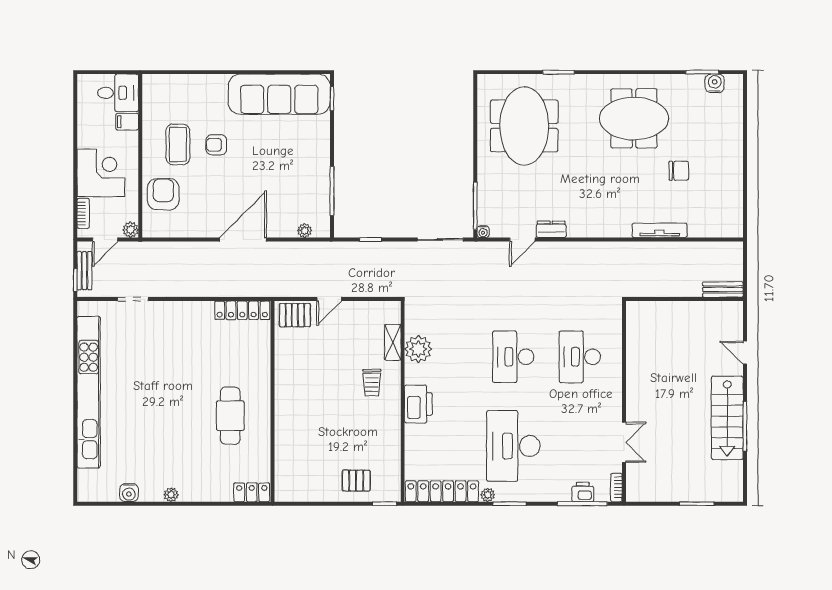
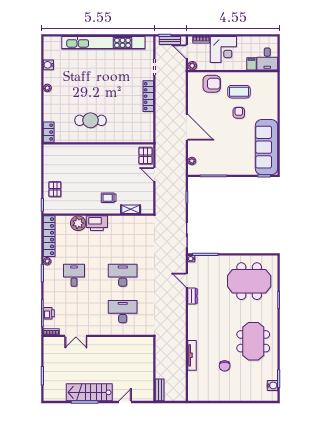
locker: (242, 310) -> (148, 96), moved
plant: (418, 349) -> (78, 223), moved
desk: (513, 446) -> (74, 275), width x0.53, depth x0.77

